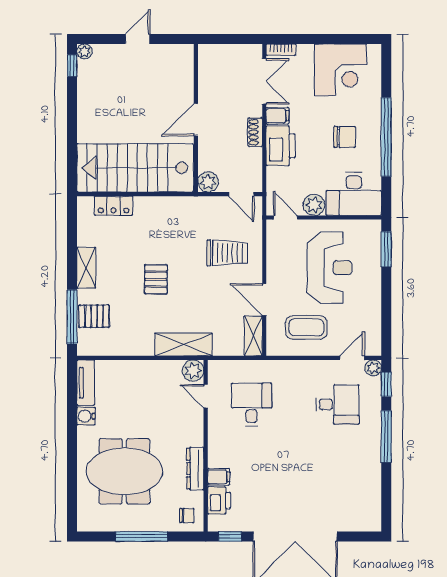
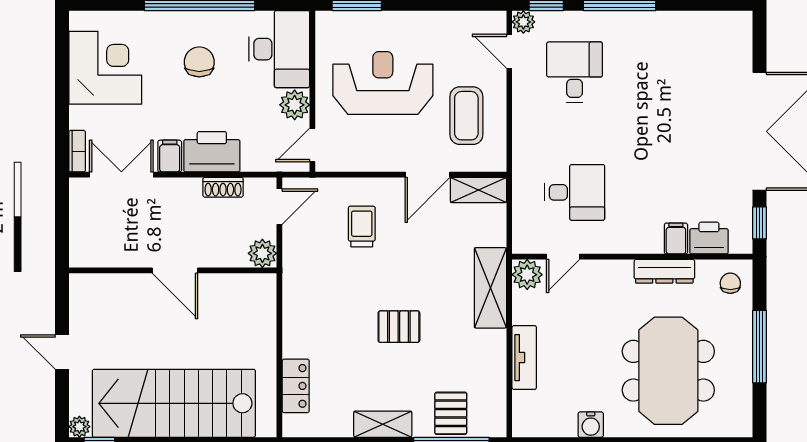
shoe rack: (255, 132) -> (223, 187), moved
stairs: (135, 168) -> (174, 403), moved, turned 90
trolley: (227, 253) -> (362, 227), width x0.73, depth x0.72
tv unit: (86, 383) -> (524, 358), moved, turned 90
desk: (252, 404) -> (575, 192), turned 180

